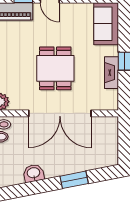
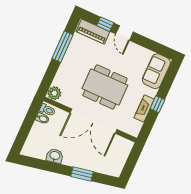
dining table: (55, 68) -> (105, 87), width x1.37

